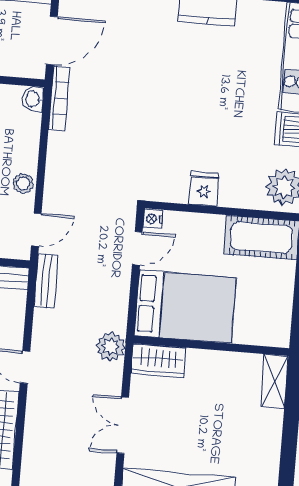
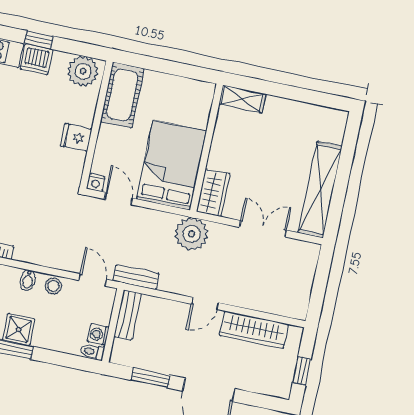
bidet: (26, 152) -> (28, 280), added
plant: (111, 347) -> (192, 234), width x1.36, depth x1.36
double door: (123, 425) -> (263, 229), swing flipped

